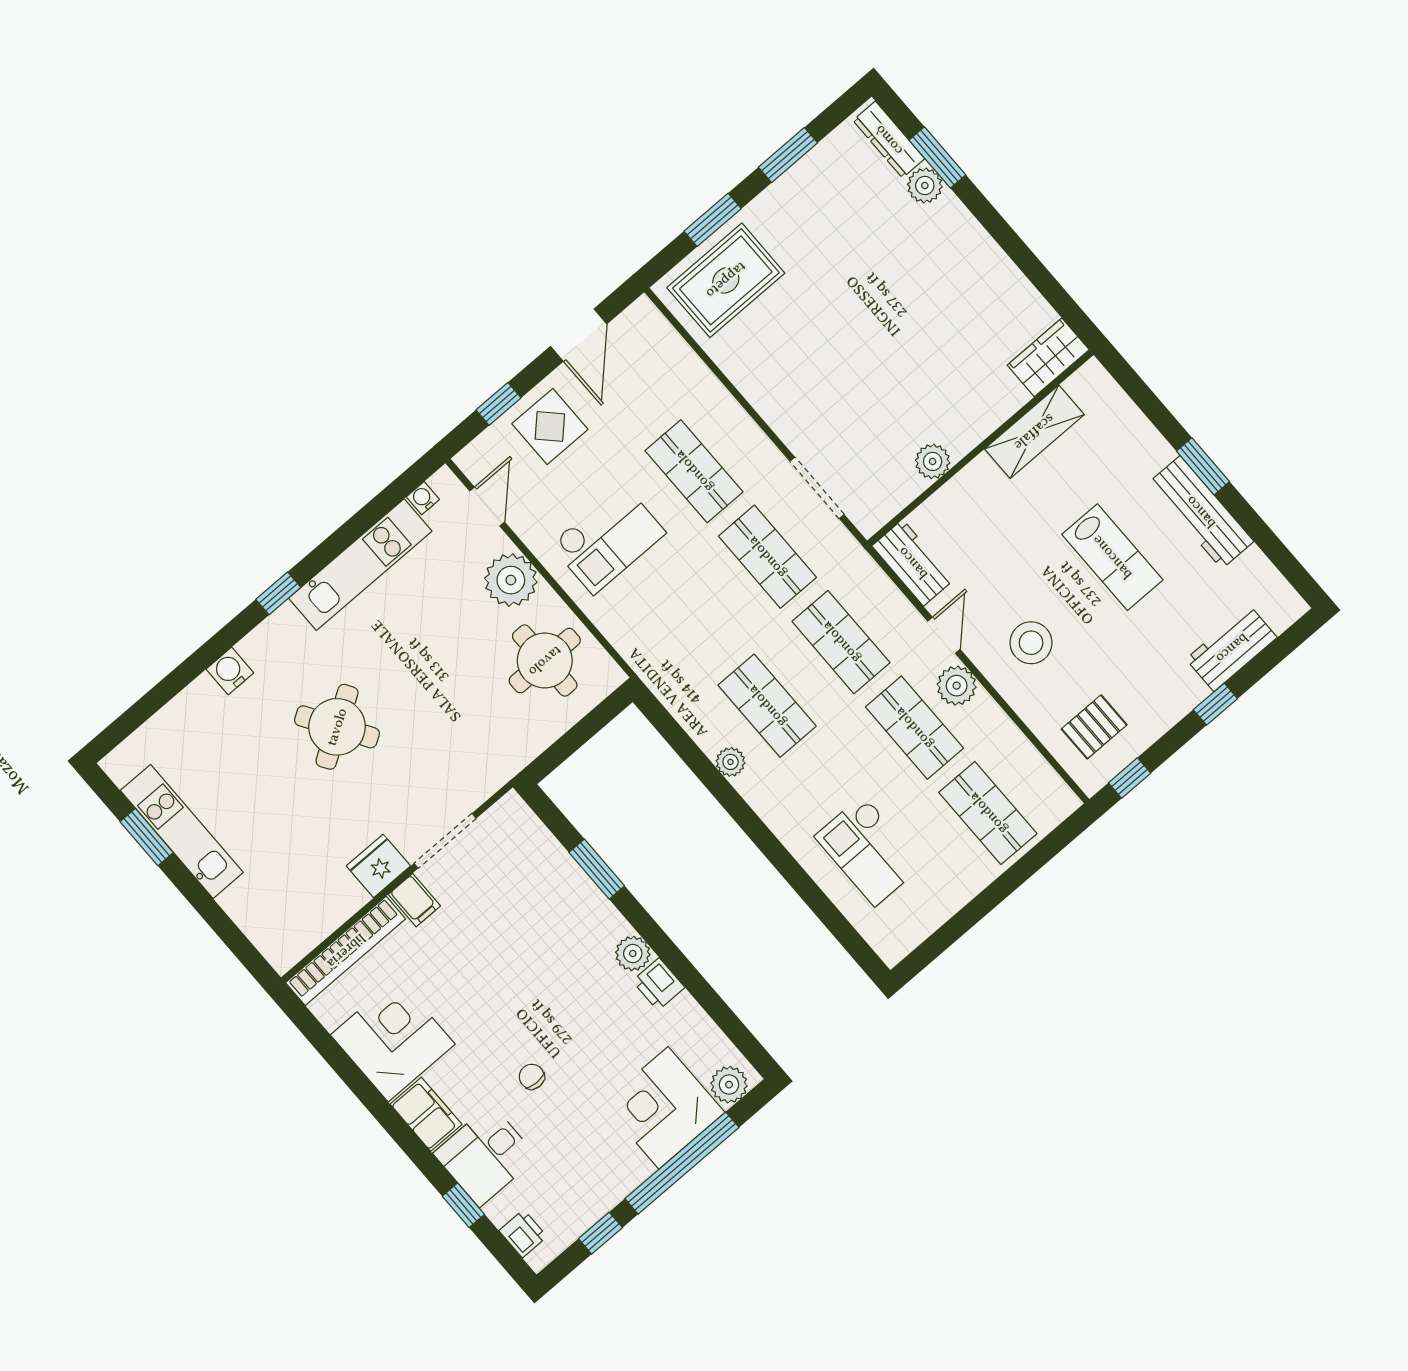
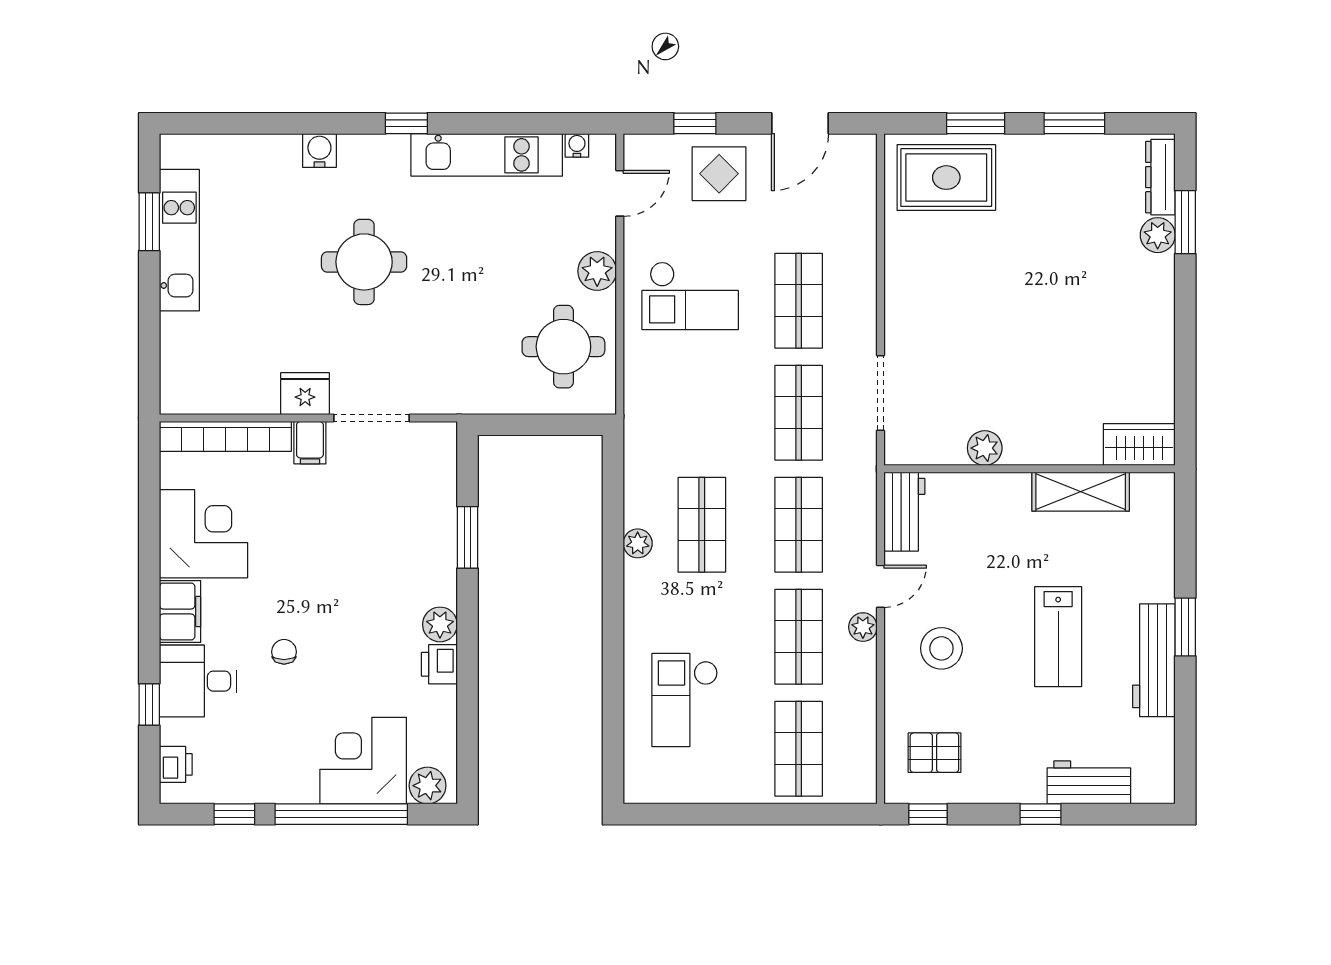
plant: (511, 580) -> (597, 271), width x0.73, depth x0.73
plant: (957, 686) -> (863, 627), width x0.73, depth x0.73
round table: (337, 727) -> (364, 262), turned 32

